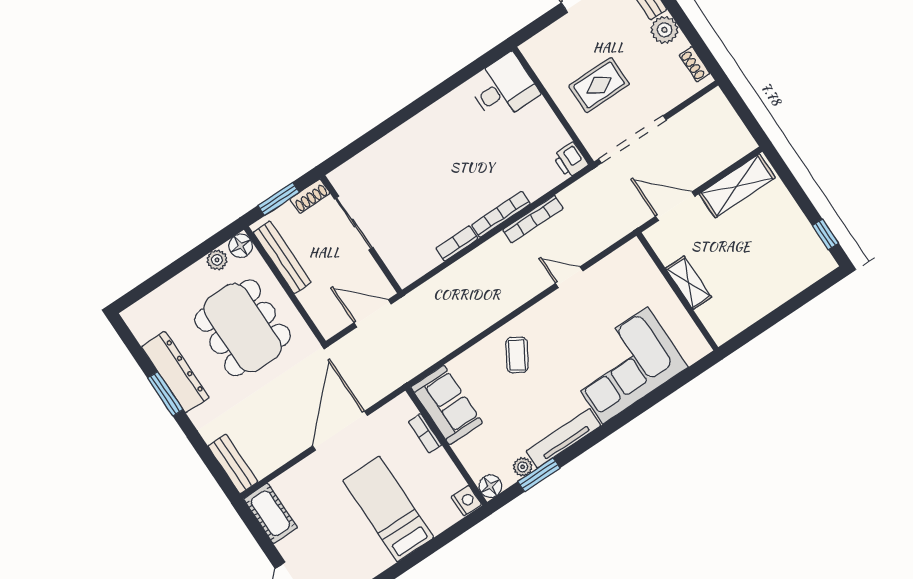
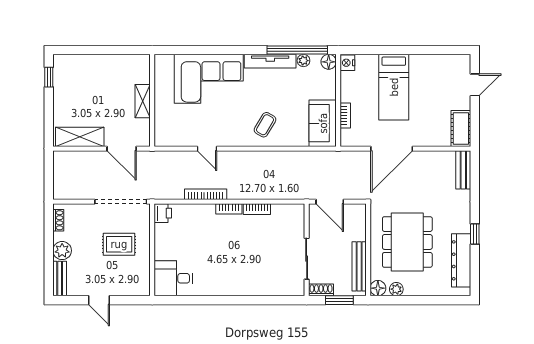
bookcase: (501, 214) -> (229, 209), width x0.64
dresser: (175, 372) -> (461, 260), moved
window: (165, 394) -> (475, 234), width x0.67
window: (539, 475) -> (297, 50), width x2.11

